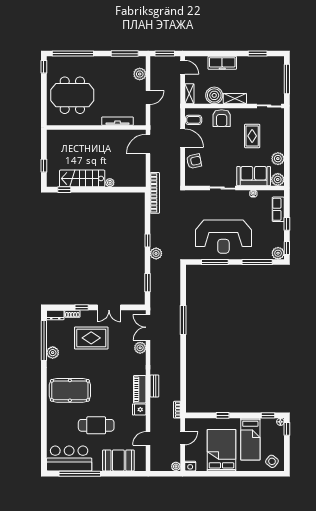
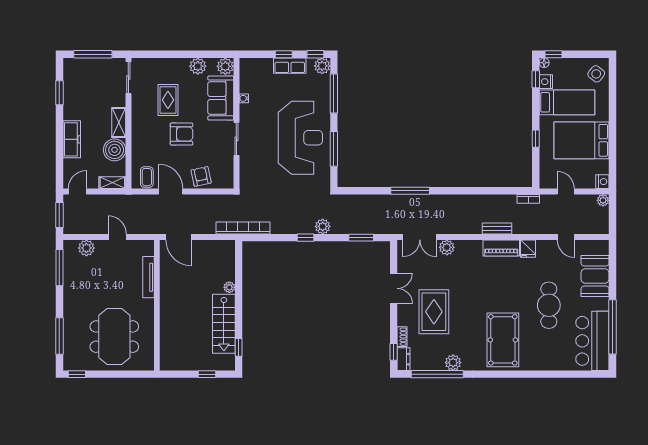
window: (73, 54) -> (59, 336), width x0.68
armchair: (222, 118) -> (182, 134), moved
rug: (252, 136) -> (168, 100), turned 90
door: (183, 138) -> (171, 191), hinge flipped
row of seats: (278, 209) -> (290, 66), moved
window: (82, 307) -> (394, 352), moved
nightstand: (266, 423) -> (546, 82), added

